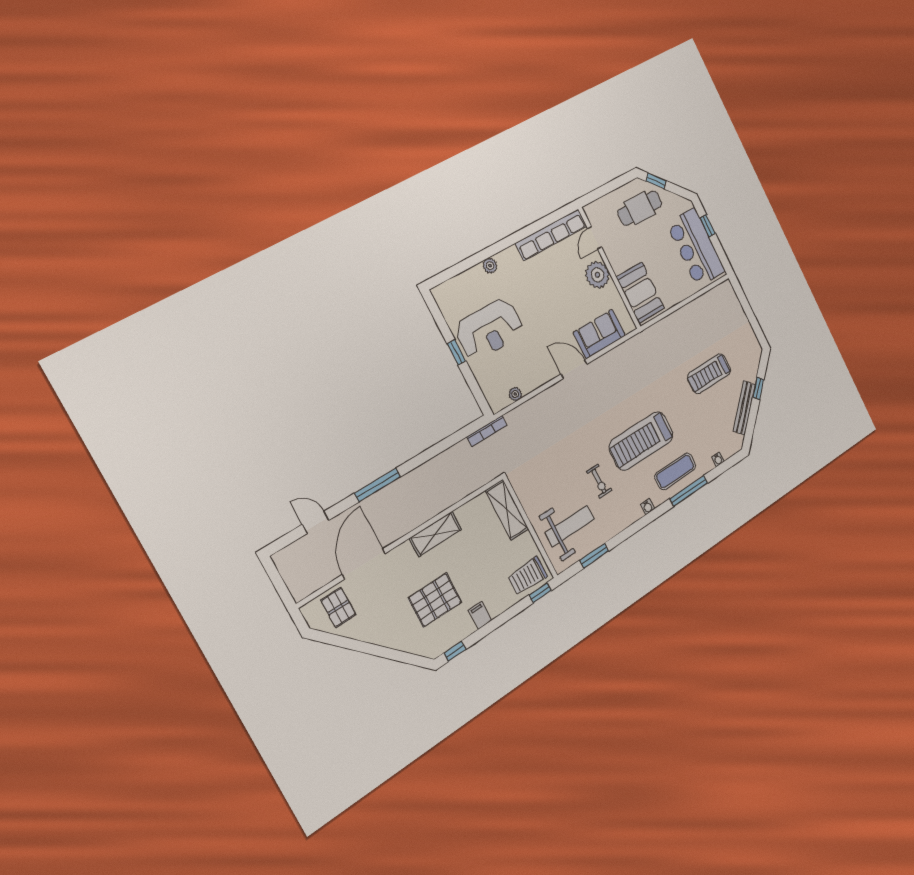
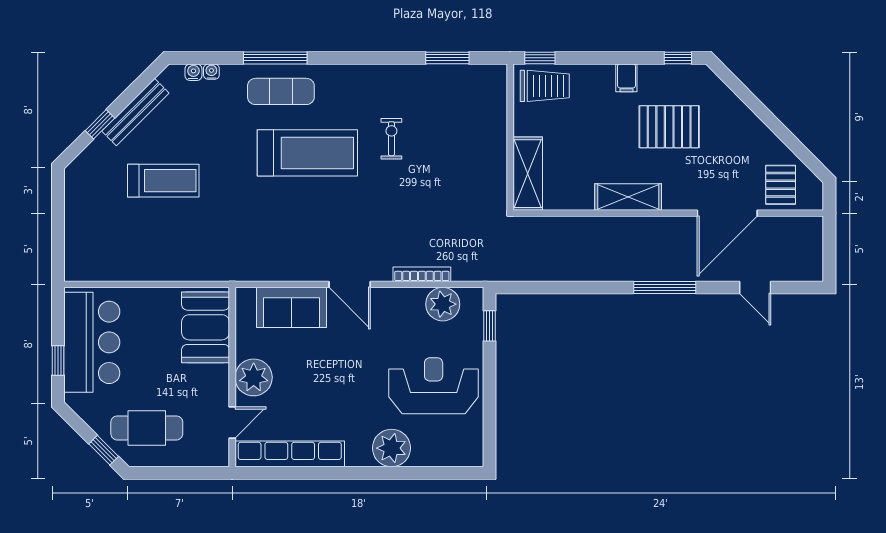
plant: (490, 266) -> (391, 448), width x1.88, depth x1.88
window: (456, 352) -> (490, 326), moved
plant: (515, 394) -> (443, 304), width x1.88, depth x1.88
bookcase: (487, 431) -> (422, 274), moved
water cooler: (648, 507) -> (193, 72), moved
weight bench: (570, 526) -> (459, 110), removed

